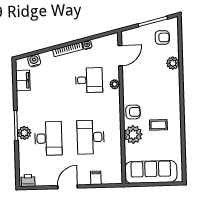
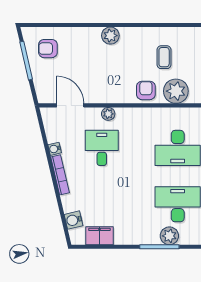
armchair: (162, 38) -> (48, 49), turned -90
plant: (173, 63) -> (110, 36), moved

